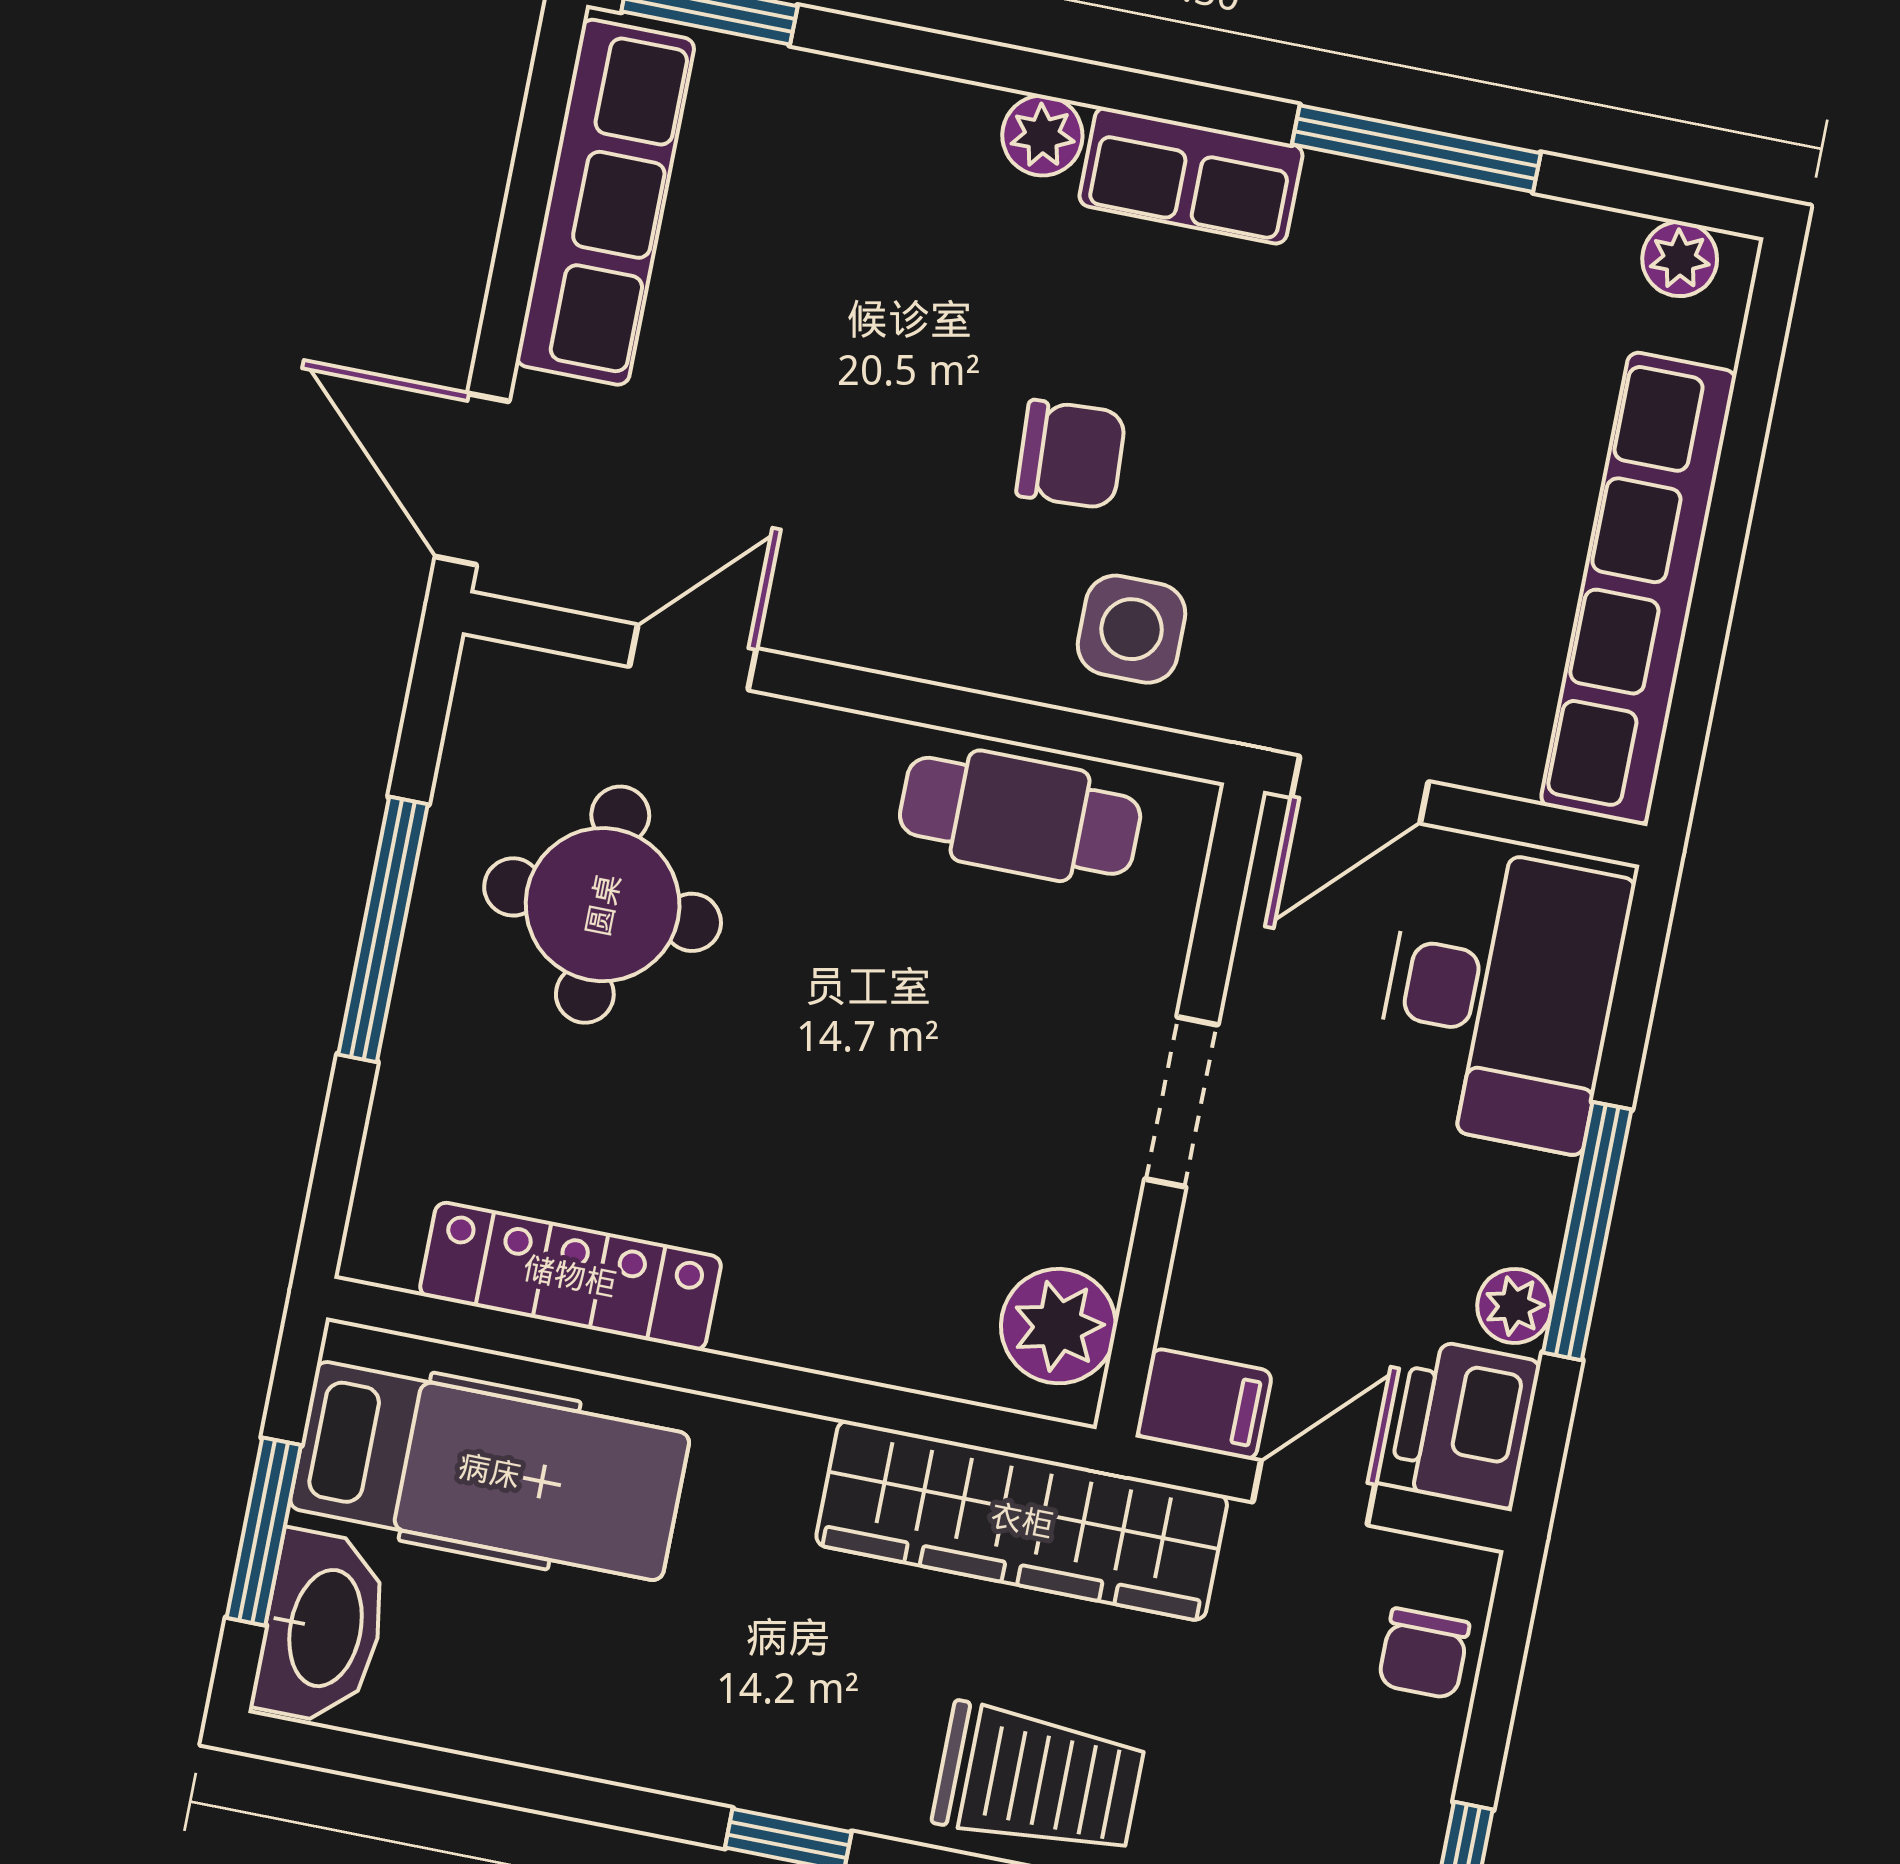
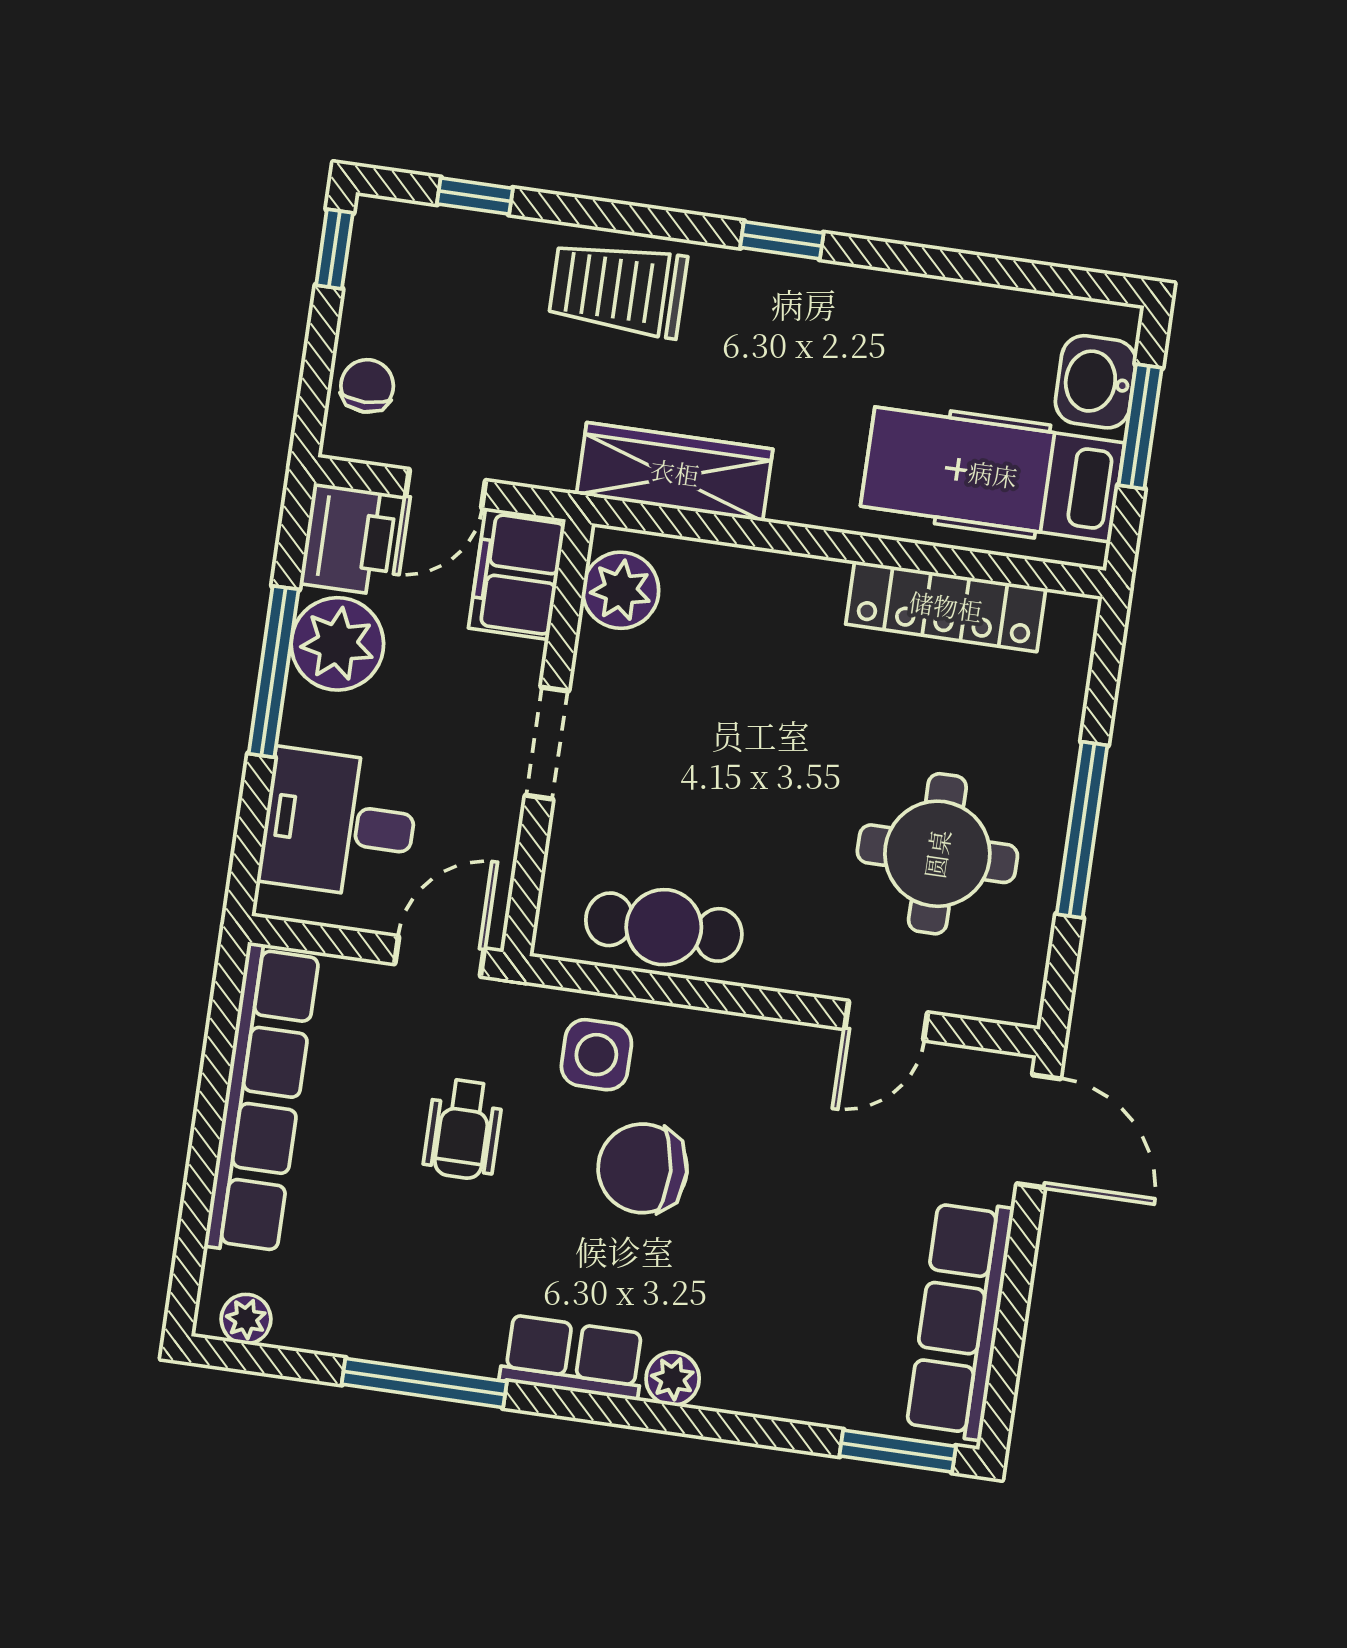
chair: (1071, 454) -> (643, 1168), width x1.37, depth x1.37
wheelchair: (1338, 528) -> (463, 1129), added
desk: (1500, 997) -> (339, 824), width x0.73
plant: (1514, 1306) -> (337, 644), width x1.88, depth x1.88
filing cabinet: (1204, 1404) -> (517, 574), width x2.00
wardrobe: (1022, 1520) -> (675, 472), width x0.71, depth x0.85
washbasin: (322, 1627) -> (1096, 382), width x0.72

